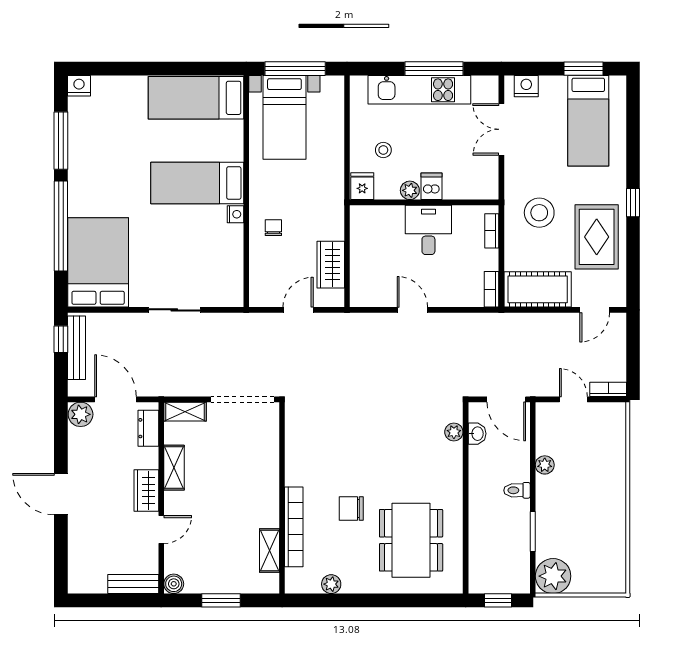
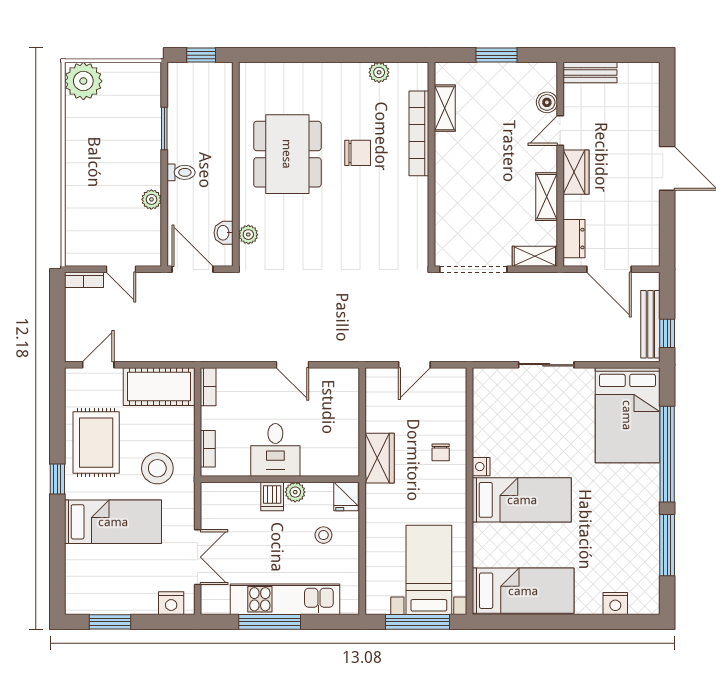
nightstand: (79, 86) -> (615, 604), moved
bed: (588, 121) -> (113, 522), moved, turned 90
wardrobe: (331, 265) -> (380, 458), moved
plant: (81, 414) -> (646, 253), removed
dining table: (411, 540) -> (287, 154), moved
plant: (553, 576) -> (83, 81), moved
boiler: (174, 584) -> (547, 102), moved

